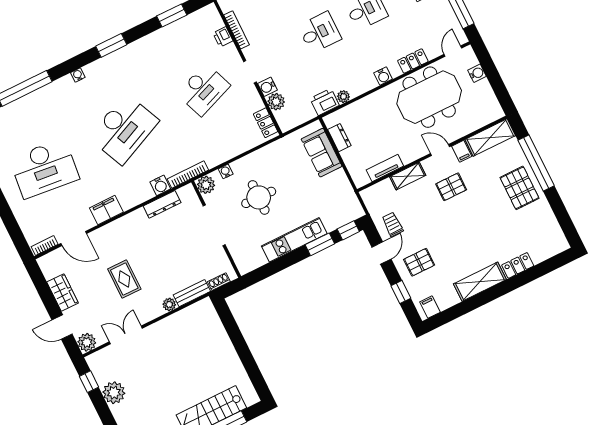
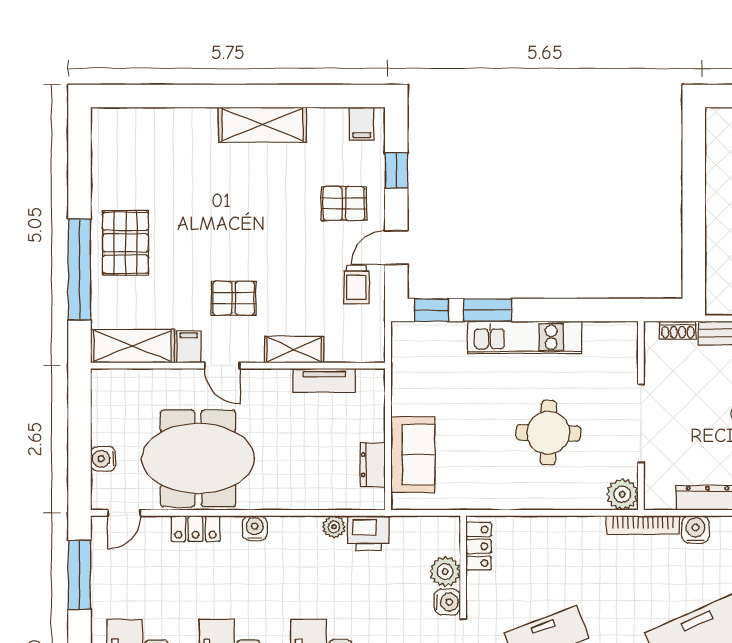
water cooler: (226, 171) -> (581, 500), removed
locker: (518, 265) -> (189, 121), removed

